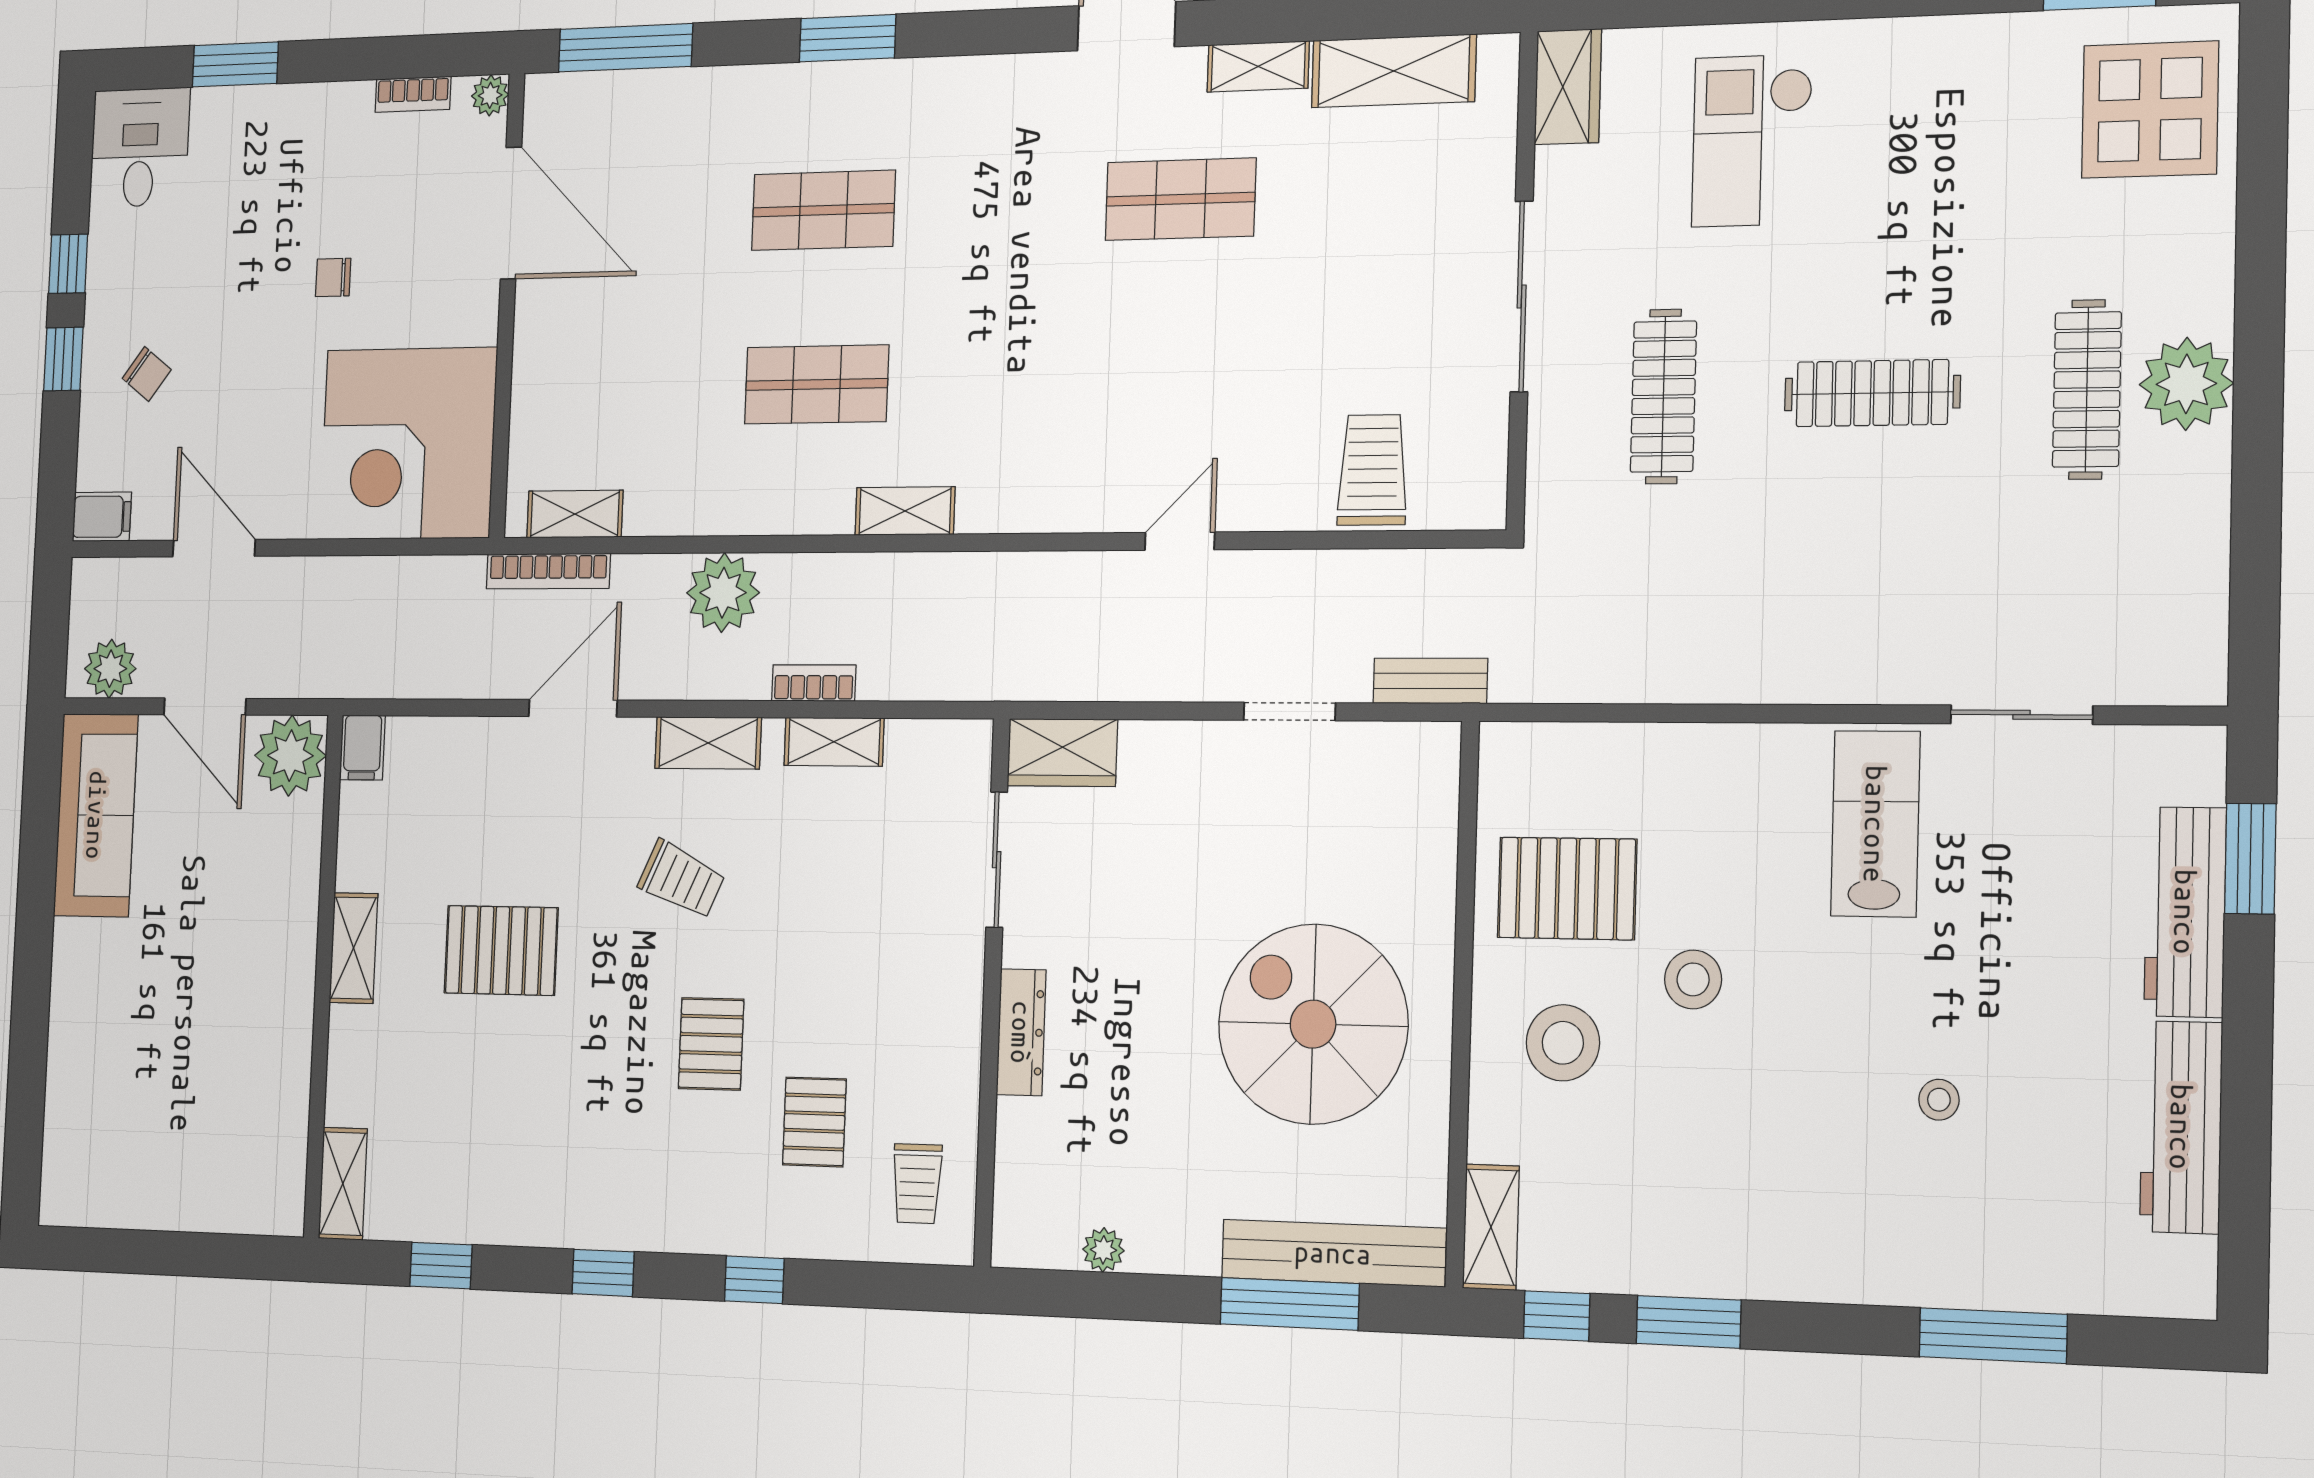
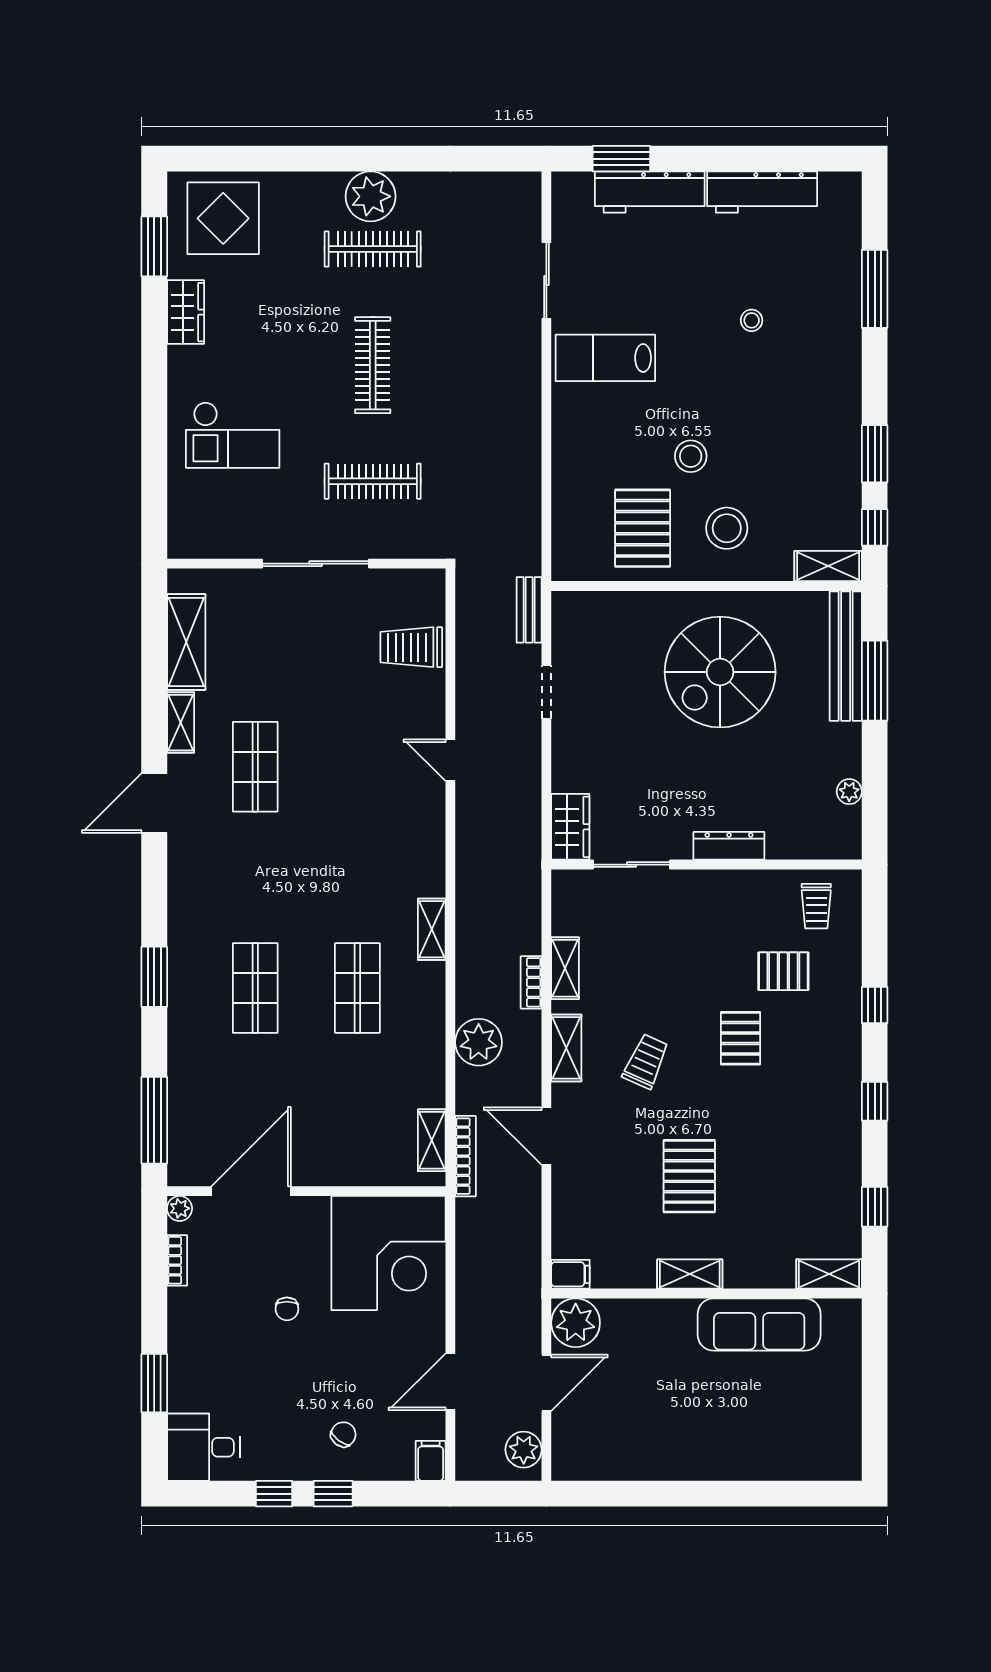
wardrobe: (1568, 87) -> (186, 312), moved, turned 90
sofa: (96, 815) -> (759, 1324), moved, turned 180
pallet: (711, 1044) -> (740, 1038), turned 90
trolley: (917, 1184) -> (816, 906), turned 90

